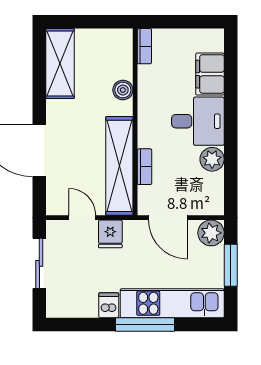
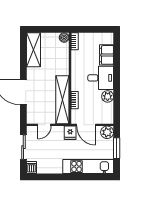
boiler: (123, 90) -> (64, 38), moved
door: (82, 218) -> (44, 125), swing flipped
fridge: (110, 234) -> (70, 133), moved
dishwasher: (109, 305) -> (31, 168), moved
window: (145, 325) -> (75, 177), removed

